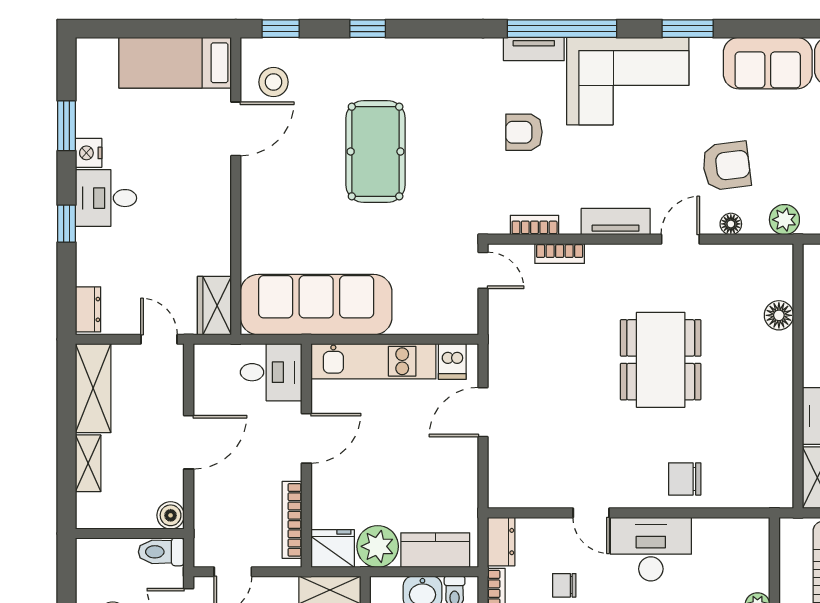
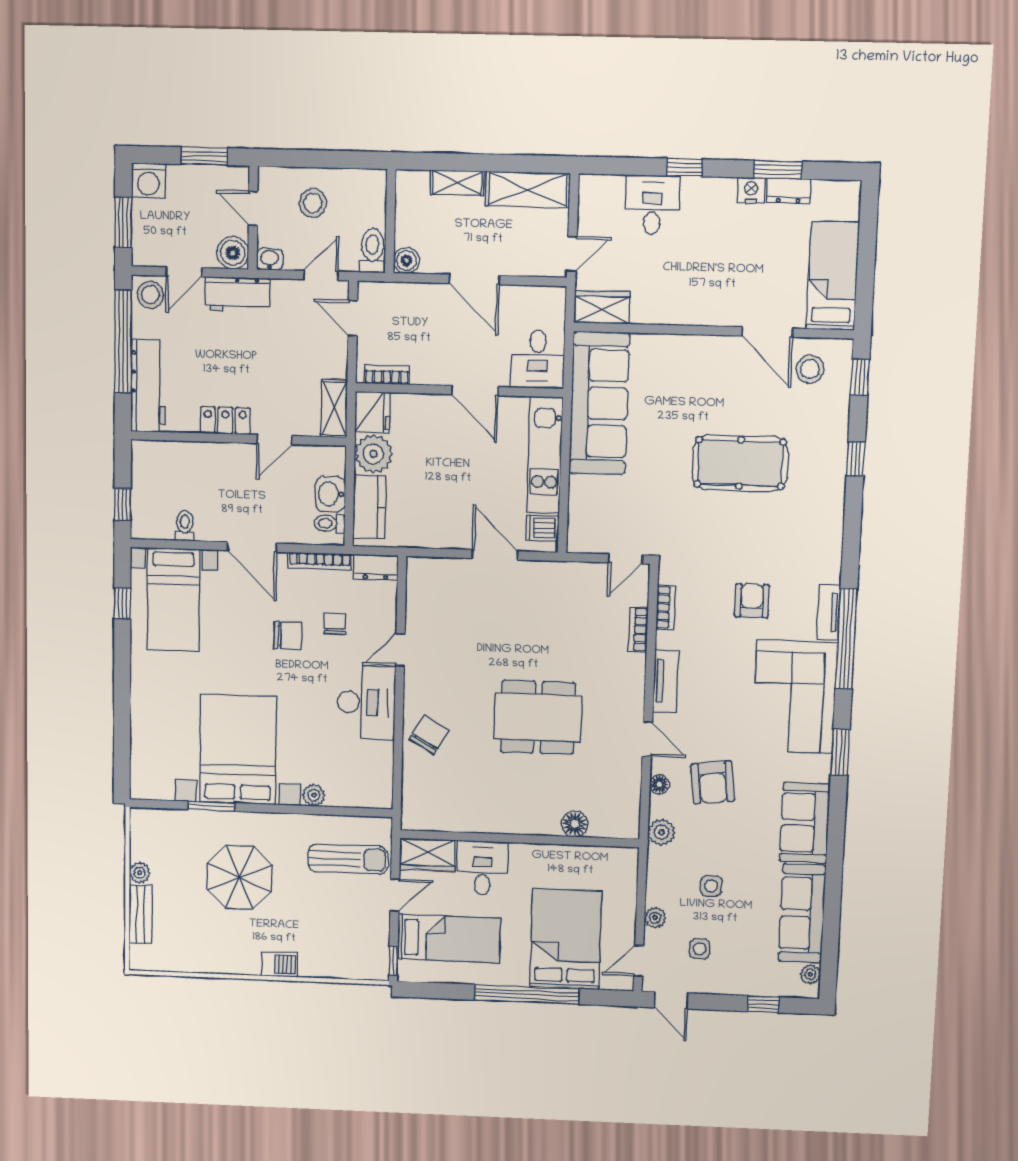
desk: (106, 198) -> (652, 205), moved
dresser: (88, 309) -> (788, 191), moved
chair: (685, 479) -> (429, 735), turned 30
bookcase: (292, 520) -> (387, 375), width x0.64

